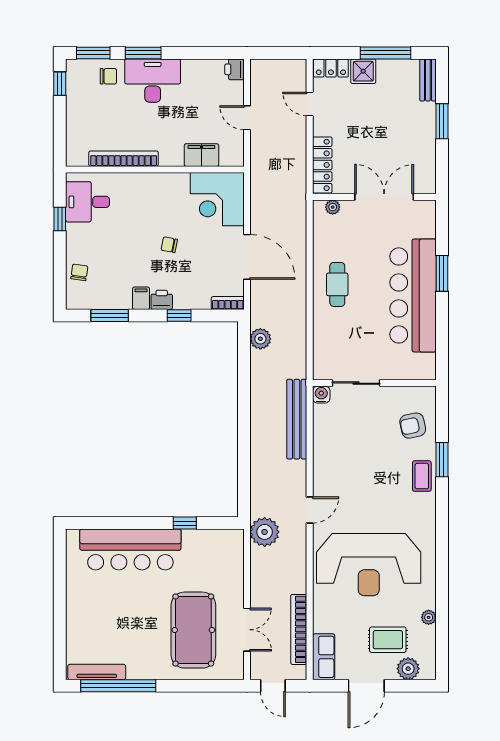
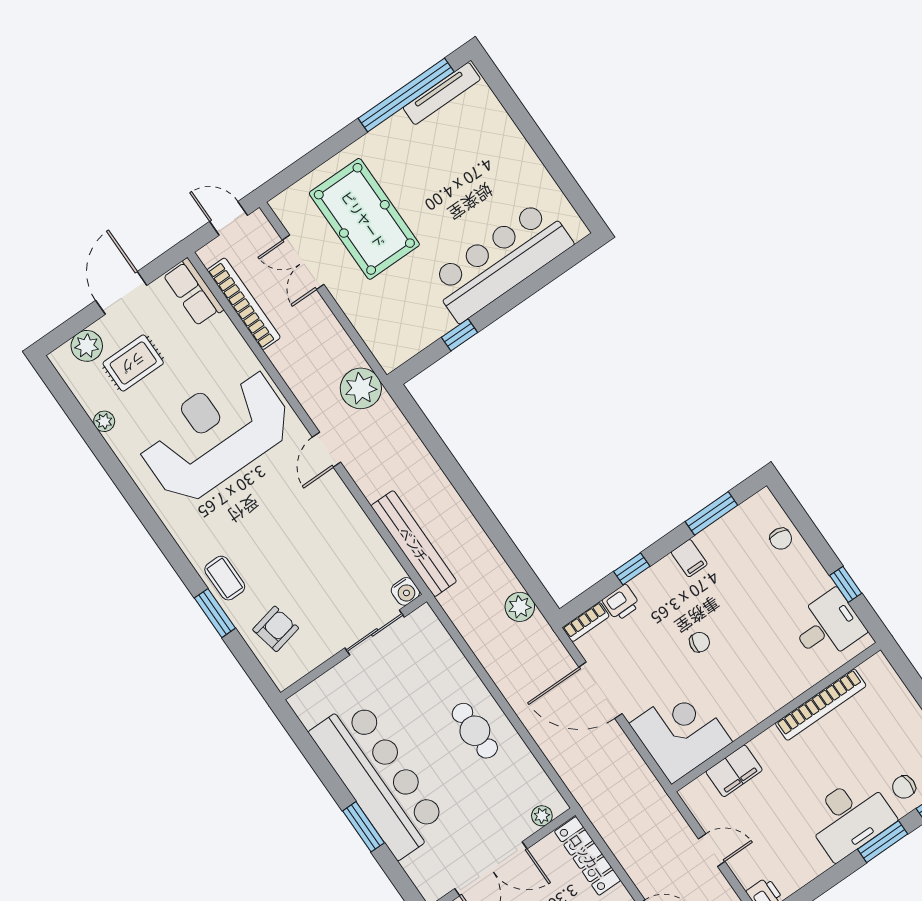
printer: (162, 300) -> (621, 603), moved

